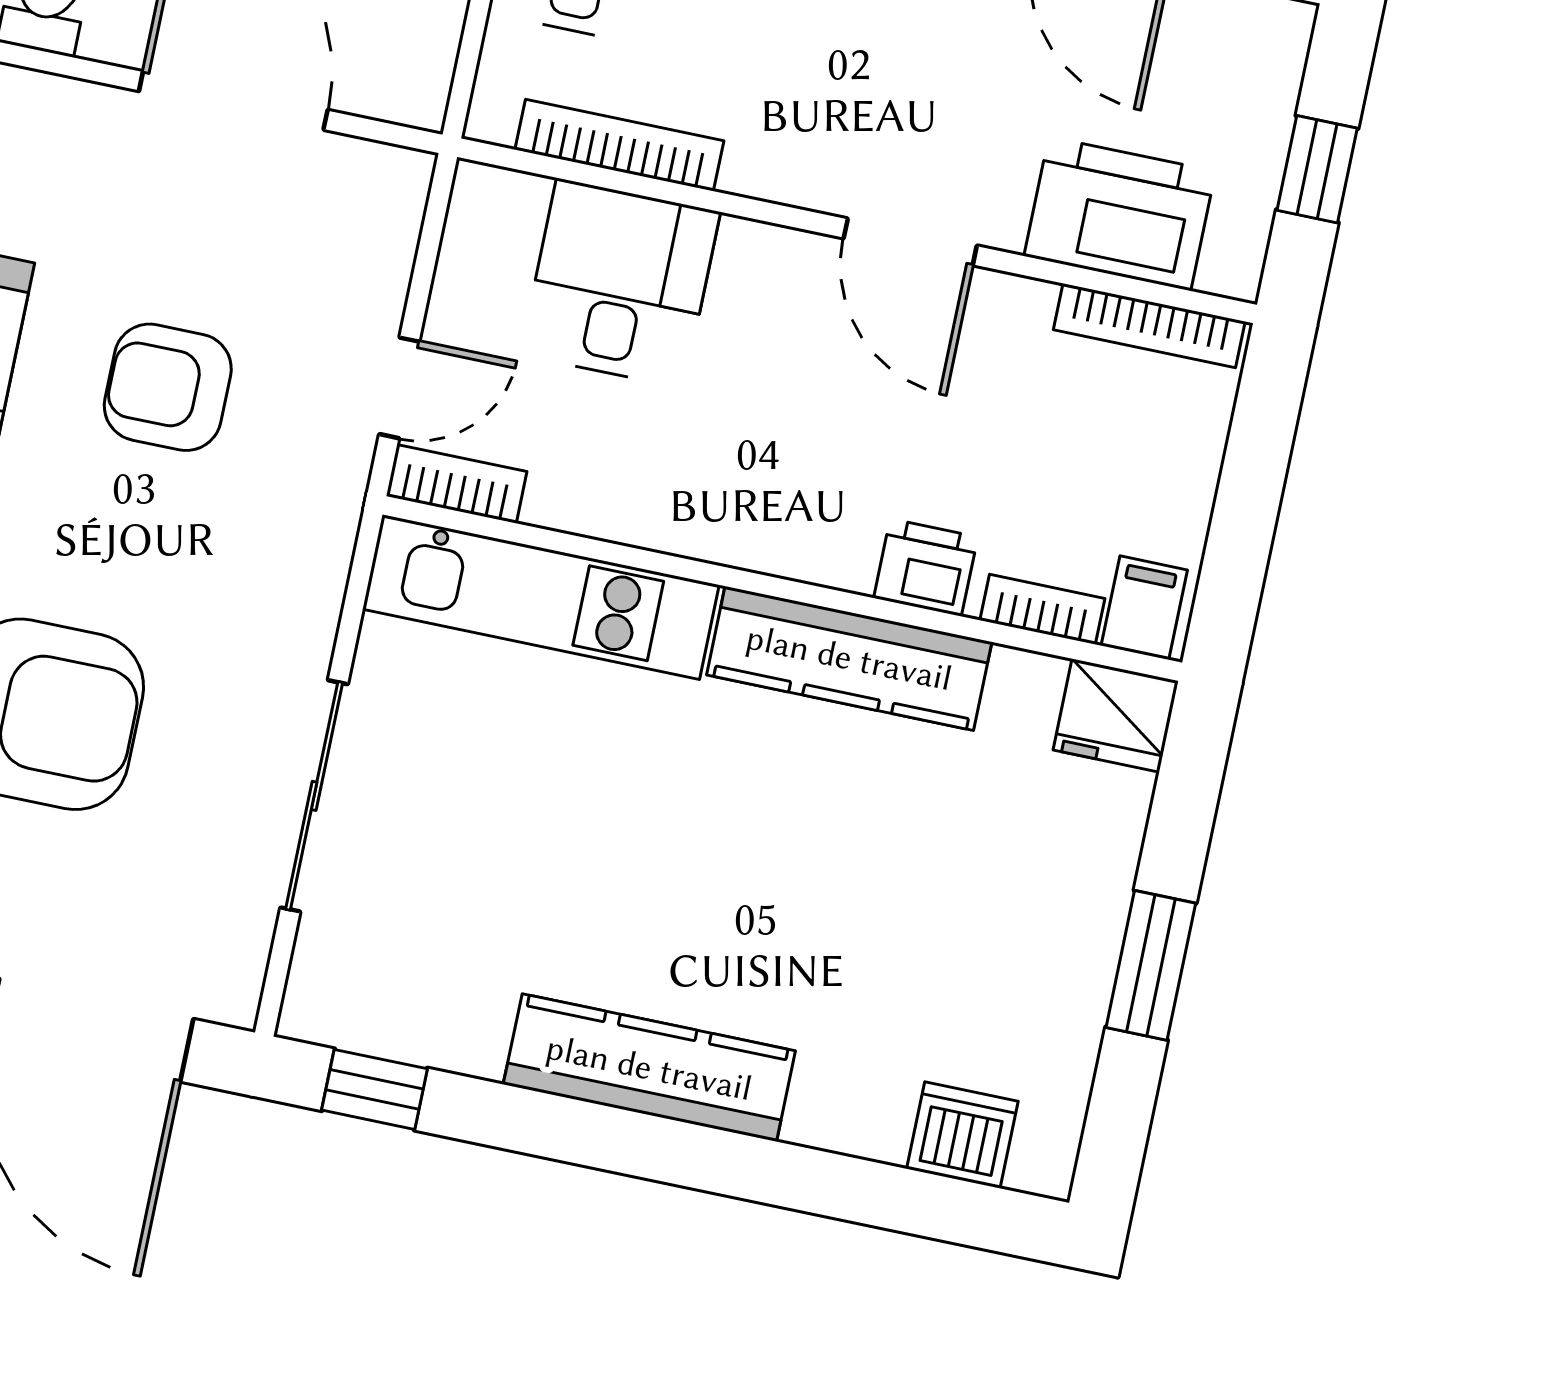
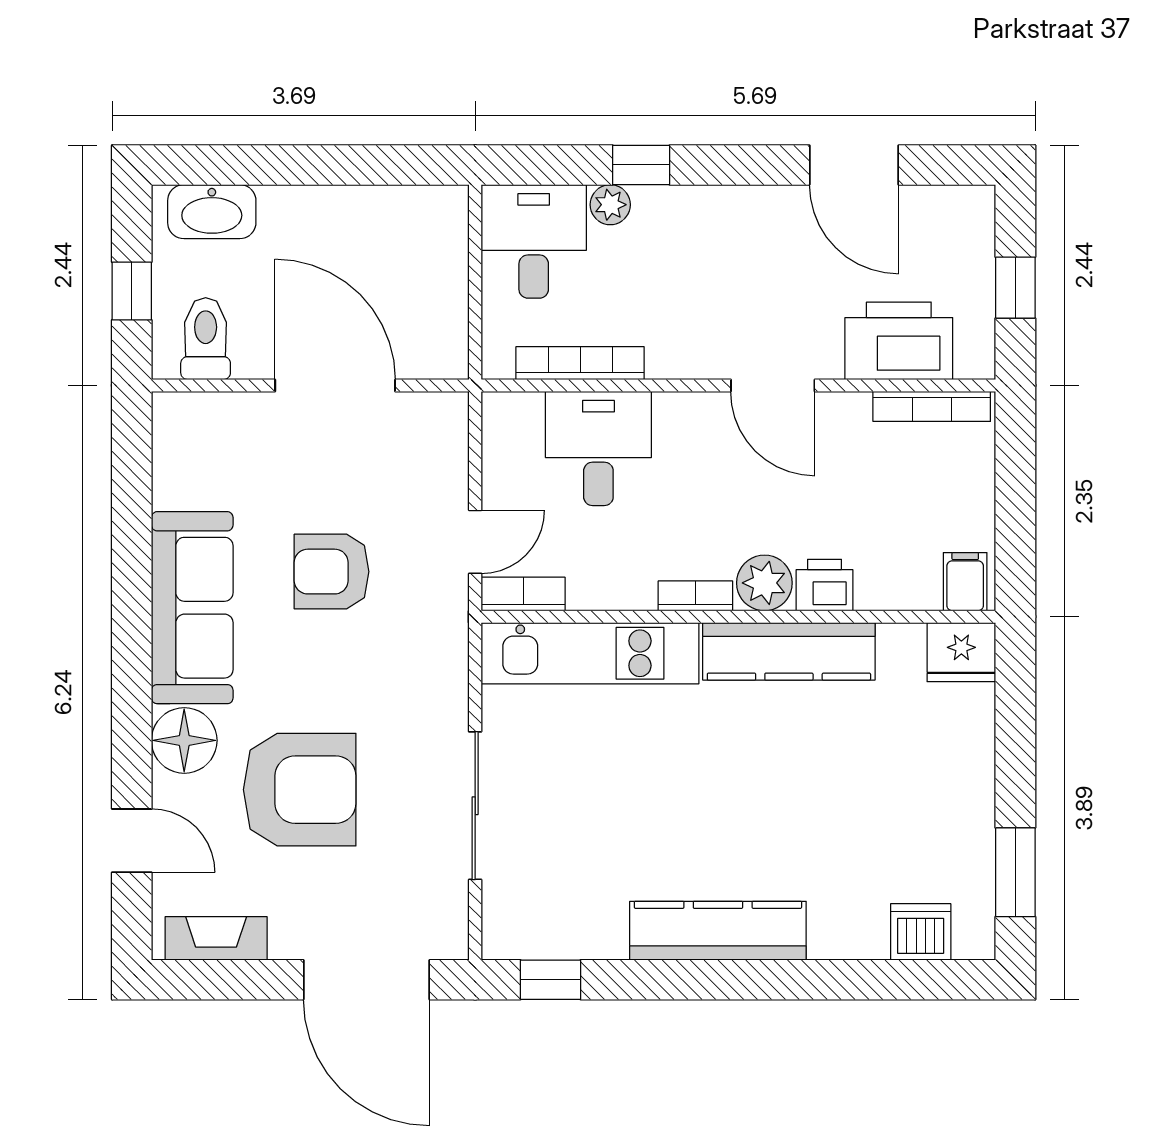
plant: (833, 545) -> (764, 583), added
bookcase: (1042, 609) -> (695, 596), moved
window: (1151, 965) -> (1015, 872), moved

